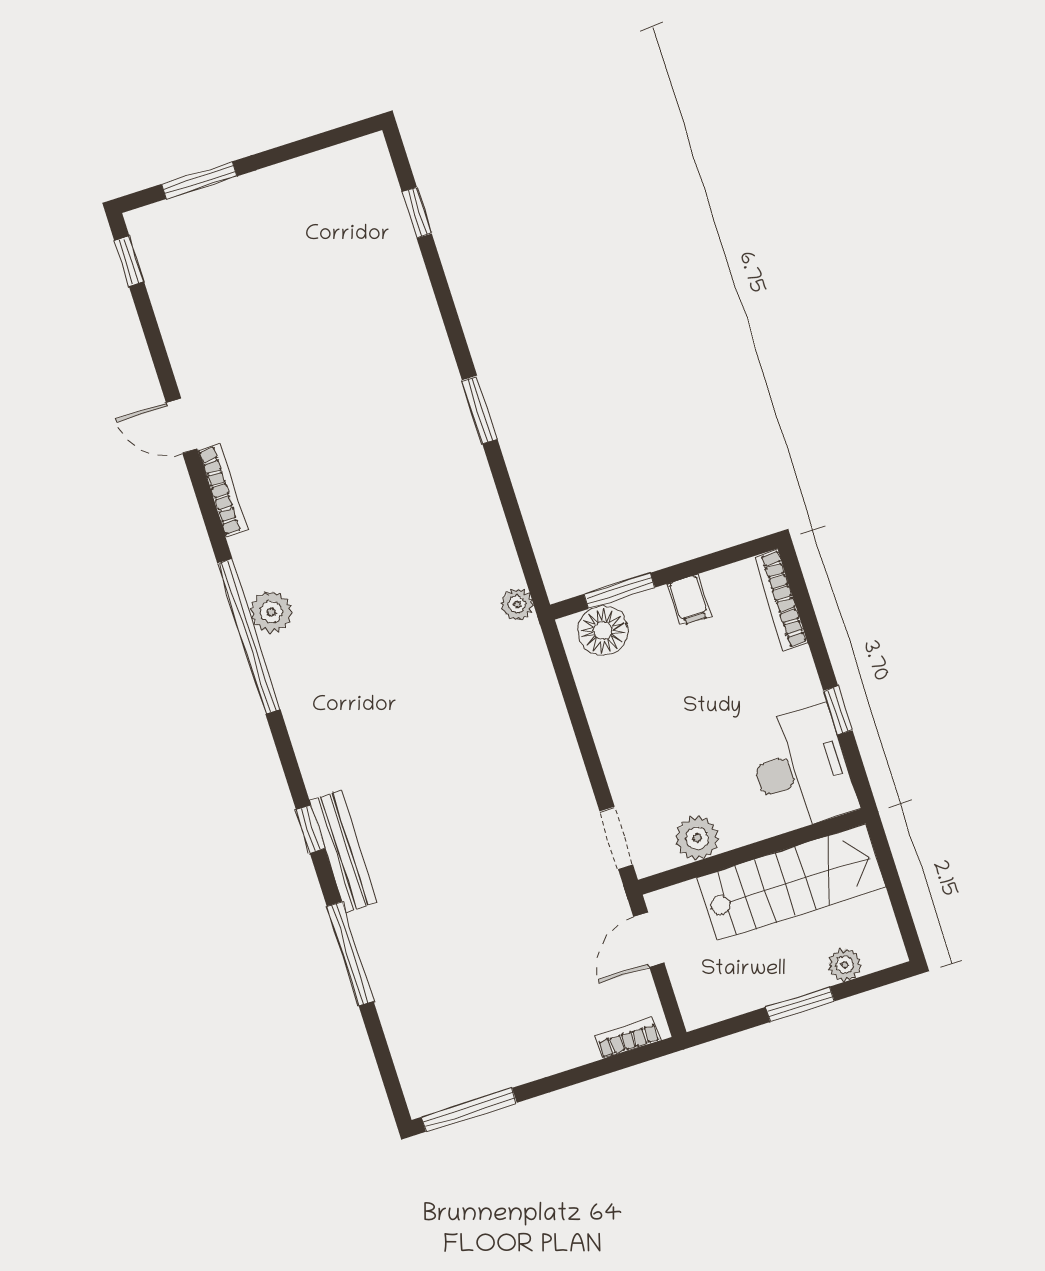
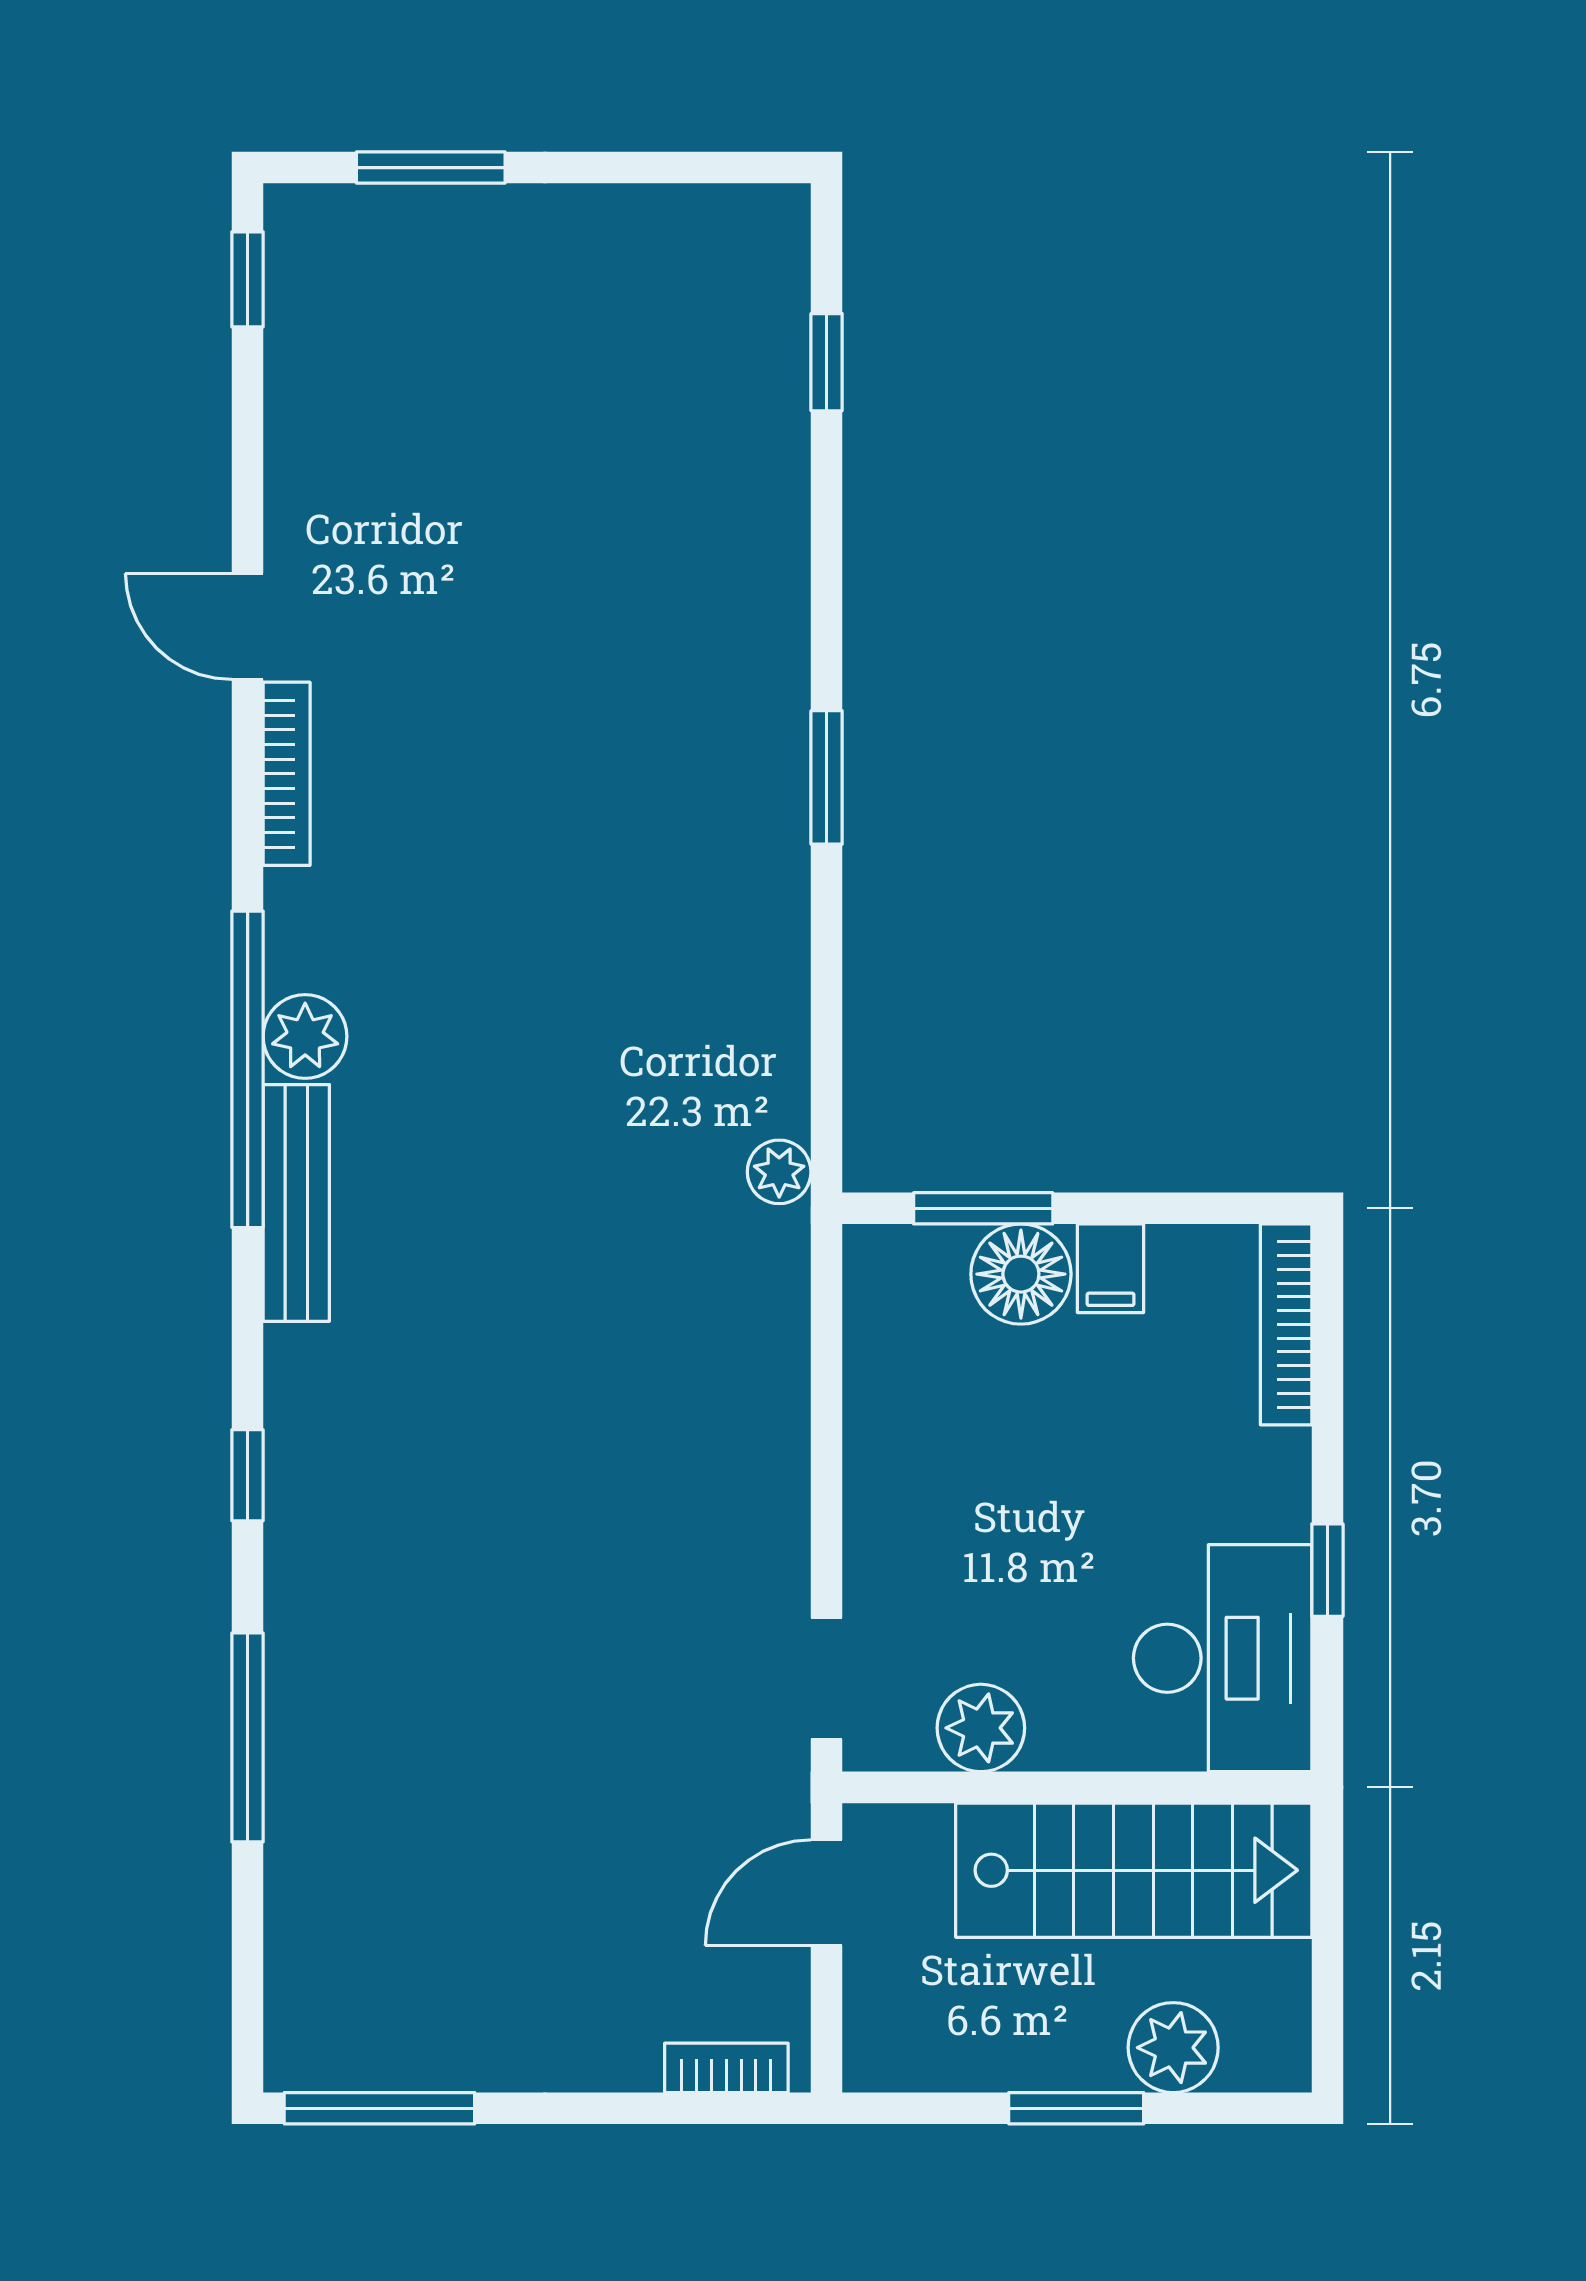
floor lamp: (603, 631) -> (1021, 1274), moved
bench: (343, 852) -> (296, 1203), moved
plant: (845, 965) -> (1173, 2048), width x1.38, depth x1.38

